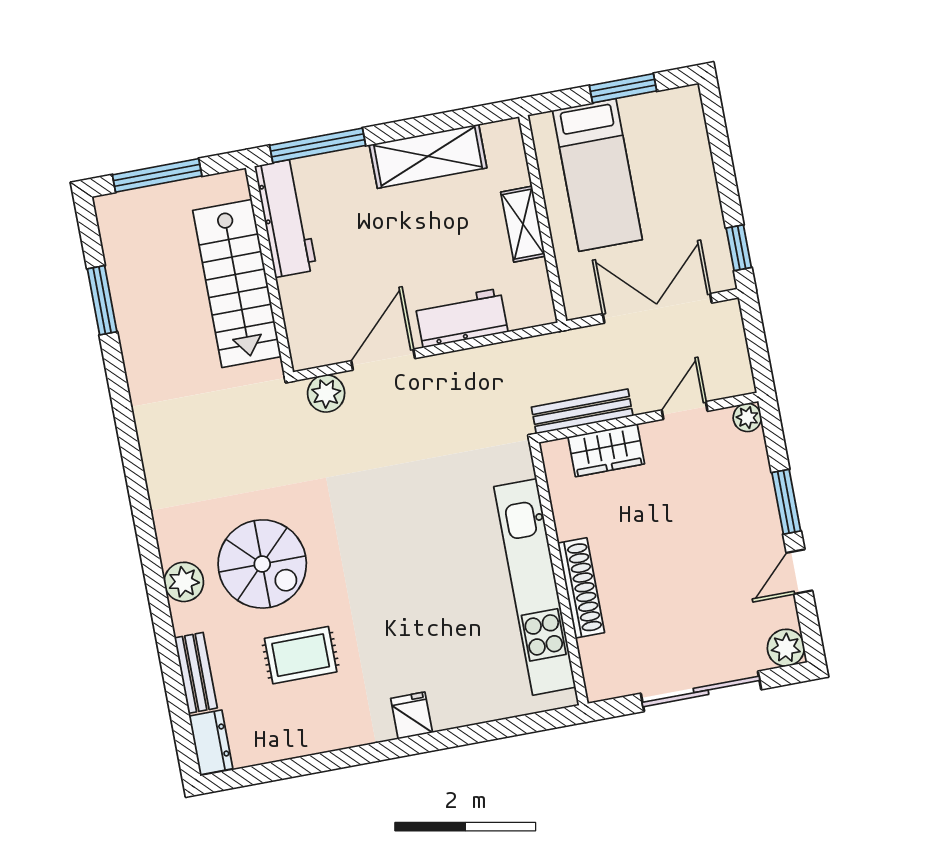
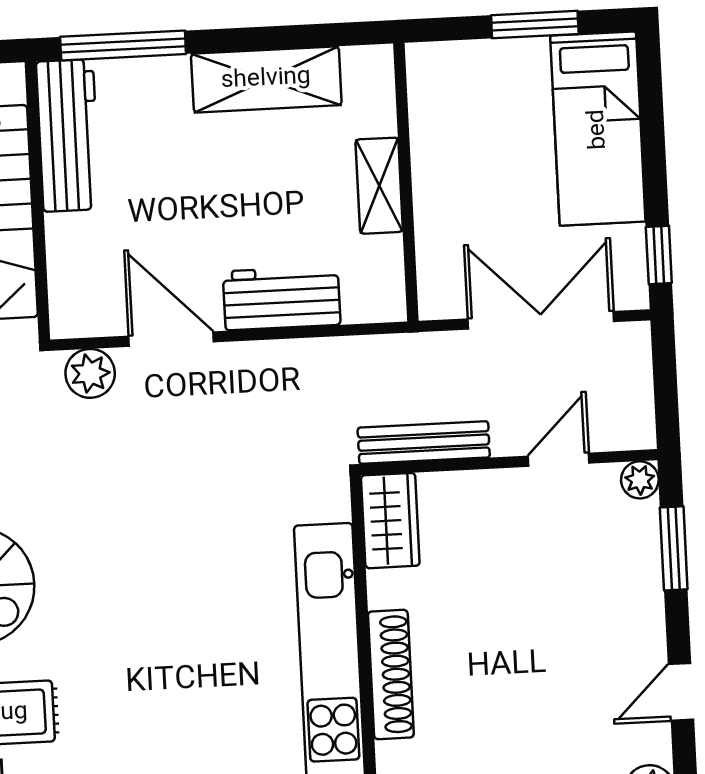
bed: (597, 175) -> (598, 129), moved
door: (383, 360) -> (171, 339), hinge flipped
wardrobe: (606, 450) -> (390, 521), moved, turned -90
window: (786, 502) -> (674, 548), moved

